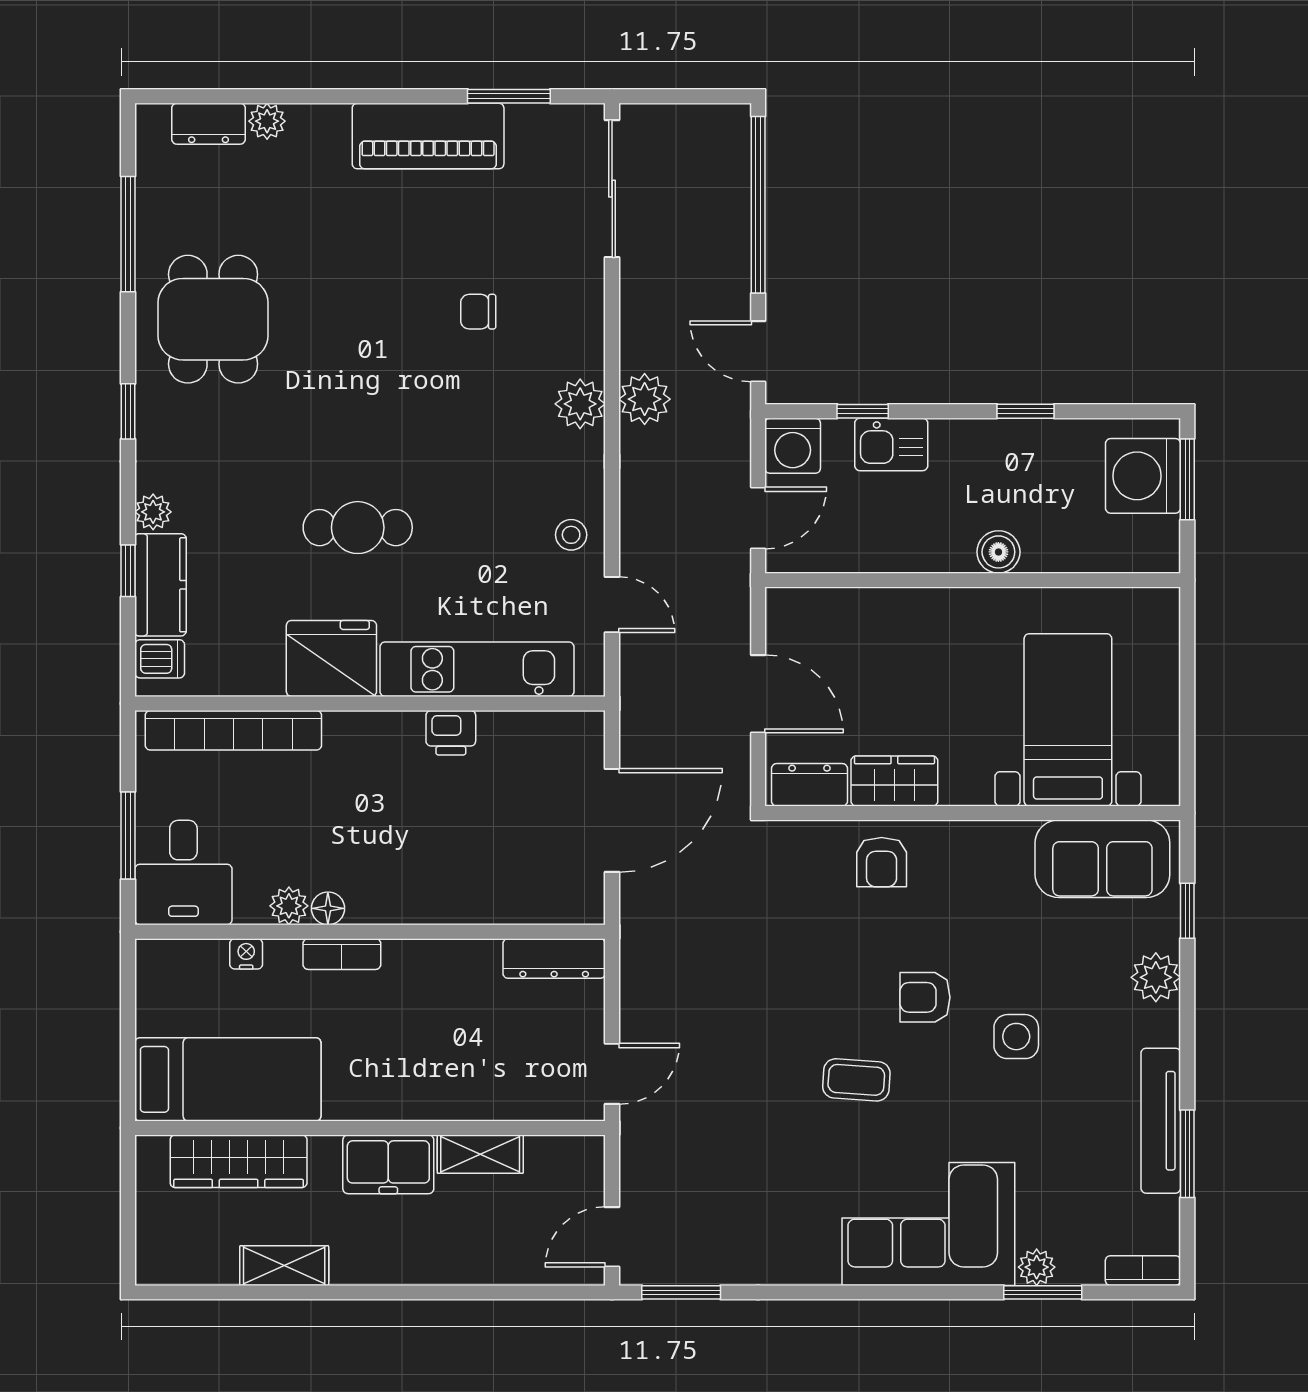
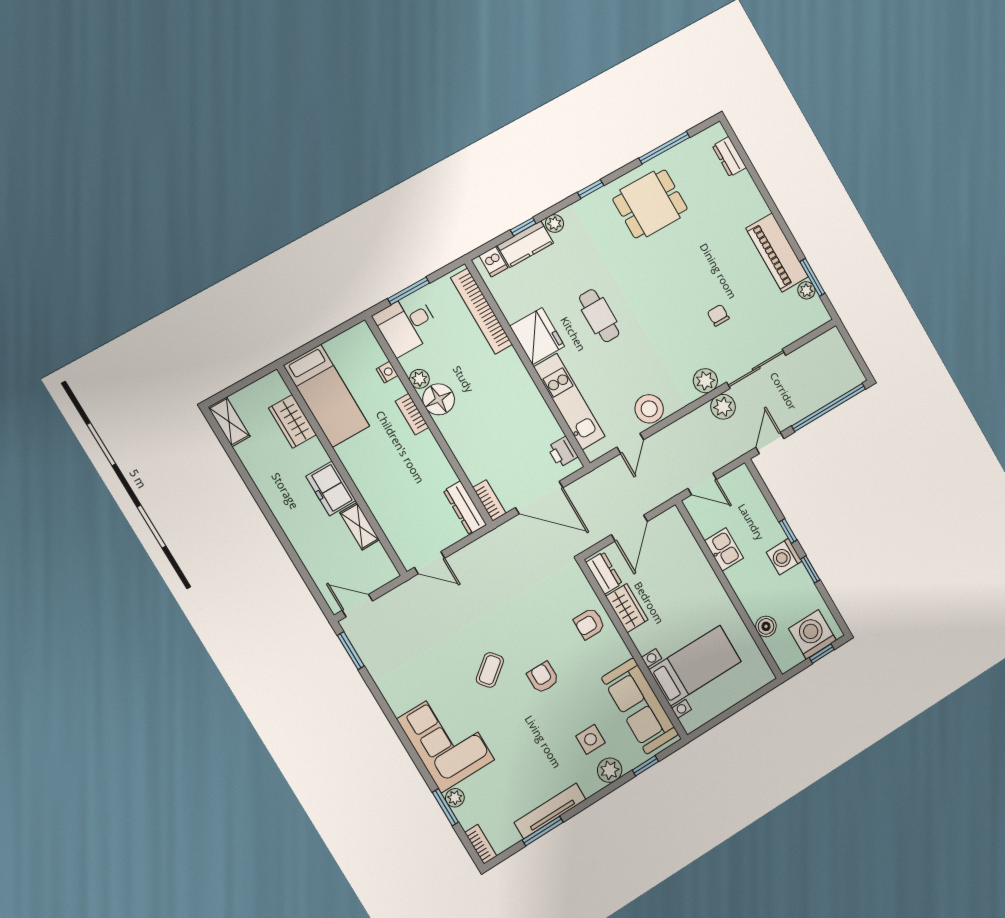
plant: (267, 121) -> (806, 290), moved
sliding door: (612, 189) -> (756, 369), moved
window: (863, 411) -> (788, 531), moved
kitchen sink: (891, 444) -> (724, 549), moved, turned 180
washing machine: (793, 446) -> (784, 557), moved
window: (1187, 479) -> (822, 654), width x0.67
stool: (571, 535) -> (649, 409), width x1.89, depth x1.89
boiler: (998, 552) -> (766, 626), moved
printer: (451, 733) -> (563, 452), moved
sofa: (1102, 859) -> (640, 706), width x1.36
floor lamp: (328, 908) -> (439, 399), width x1.89, depth x1.89
bookcase: (566, 909) -> (489, 500), added
side table: (1016, 1037) -> (591, 739), moved
coffee table: (856, 1080) -> (490, 670), turned 47
wardrobe: (239, 1161) -> (292, 421), width x0.67
shelving: (284, 1266) -> (229, 422), moved

